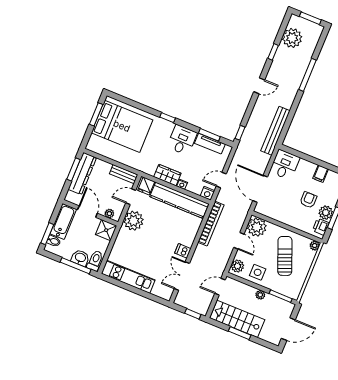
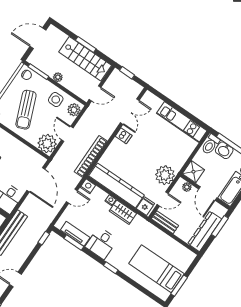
bed: (122, 126) -> (156, 269), width x0.67
window: (74, 169) -> (220, 226), moved
chair: (292, 290) -> (27, 75), added

